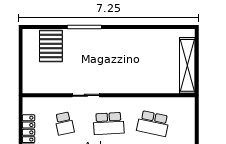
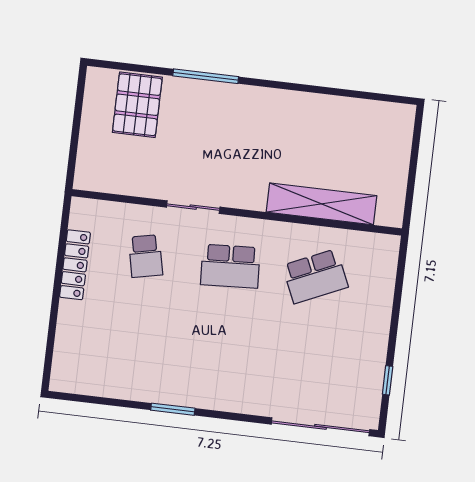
shelving: (187, 65) -> (322, 204), moved, turned 90
school desk: (153, 123) -> (315, 276), turned -36

